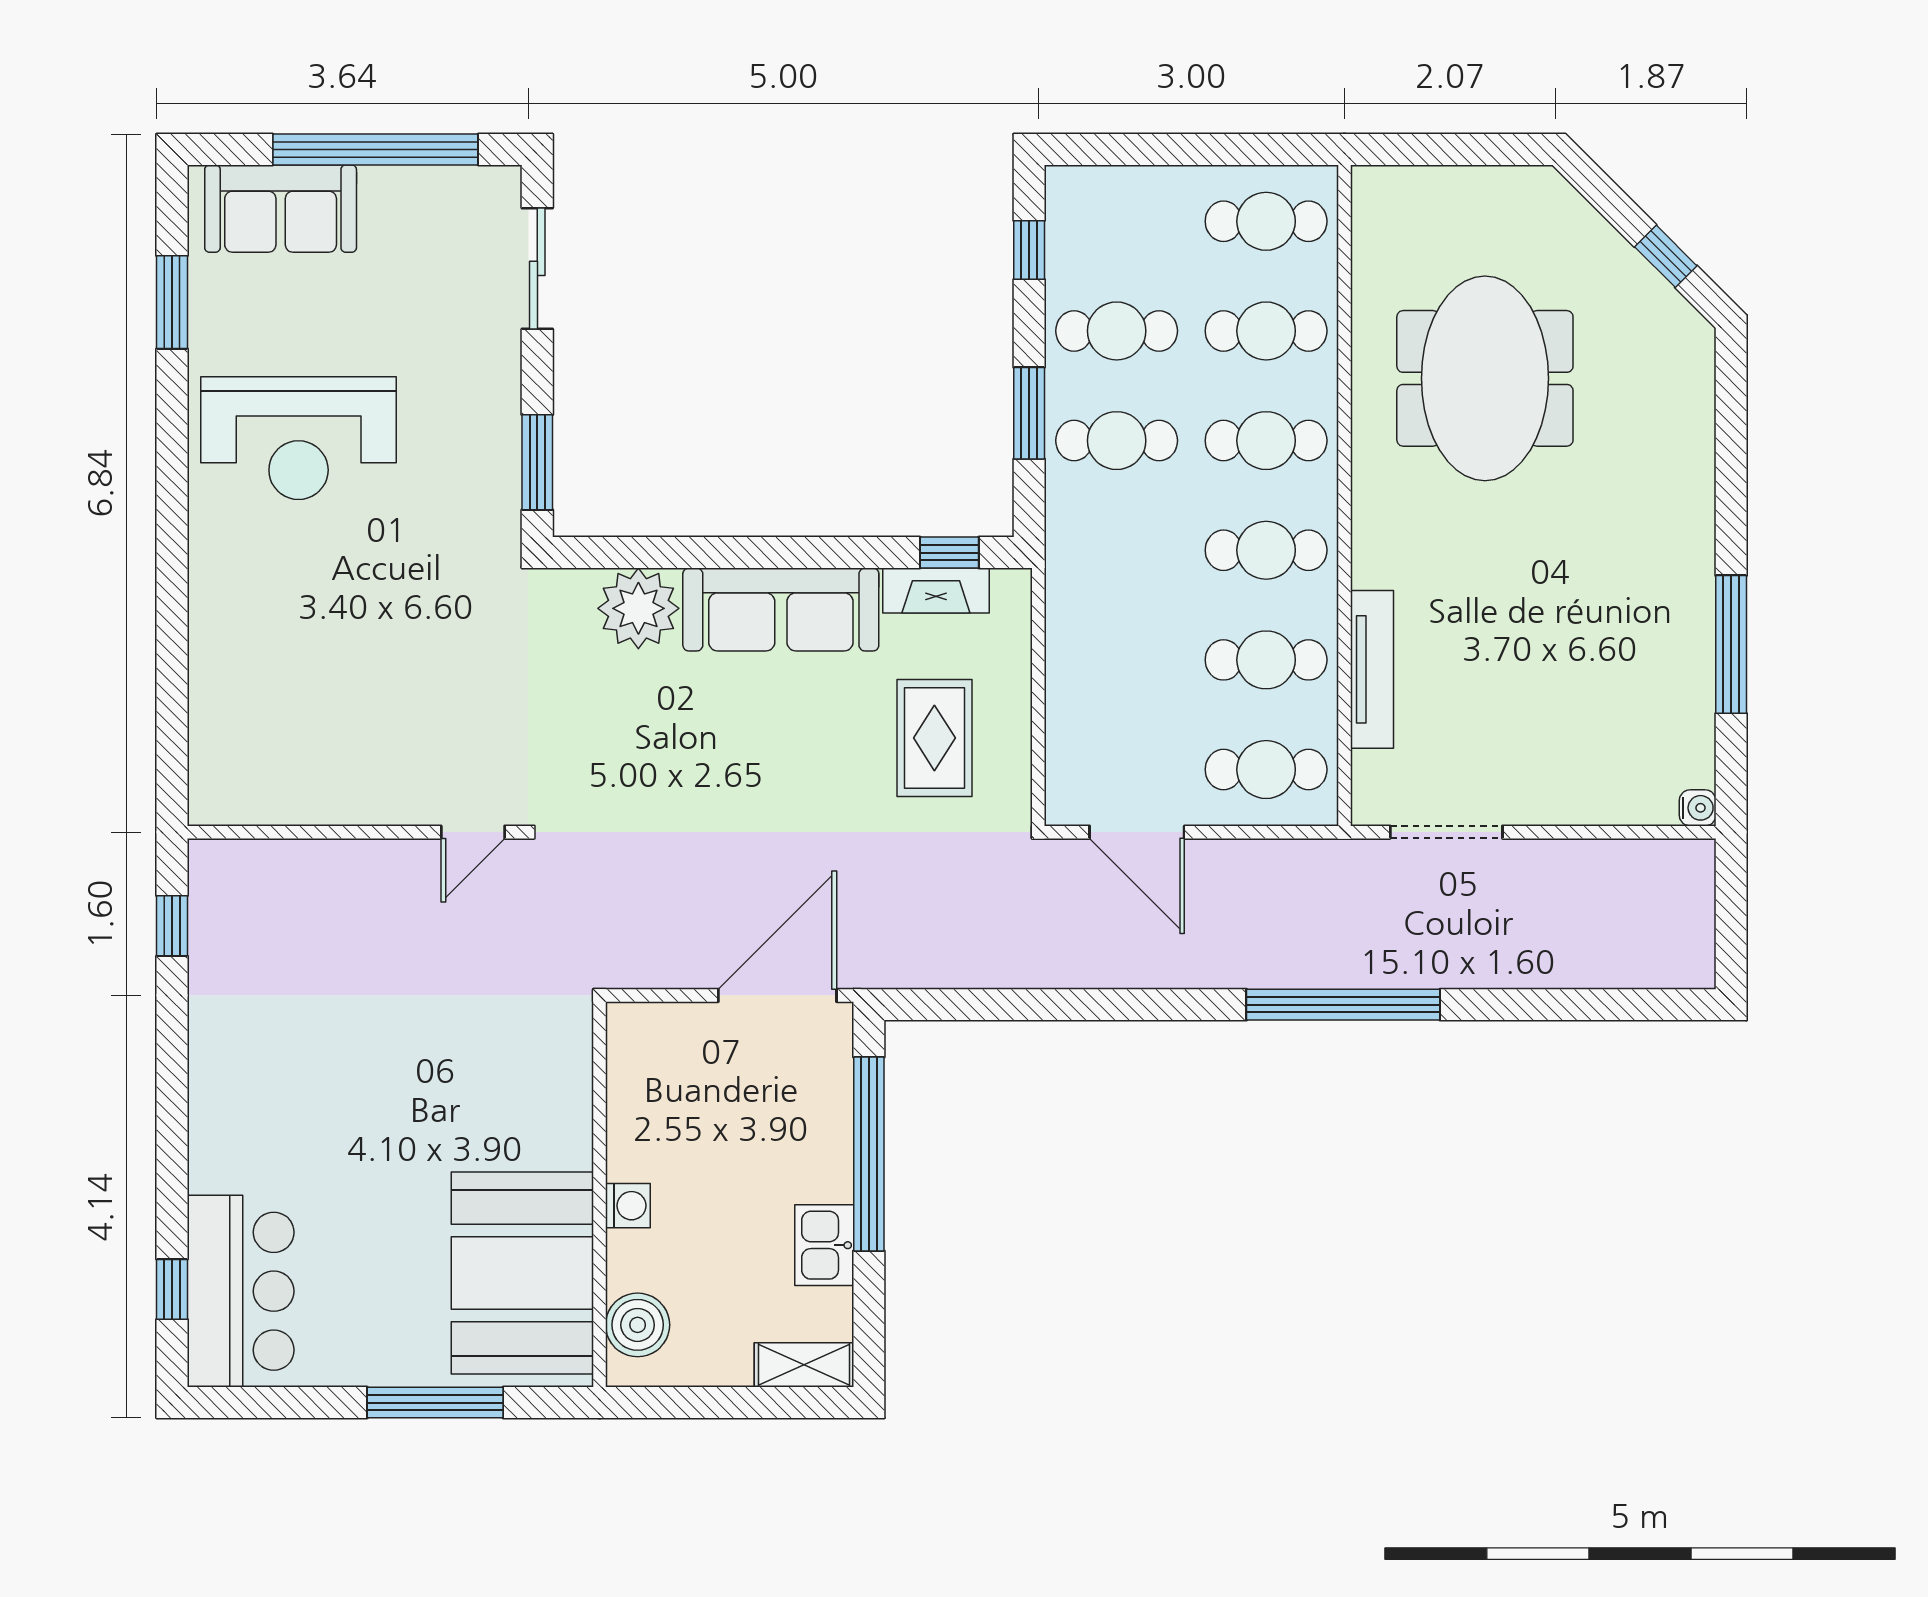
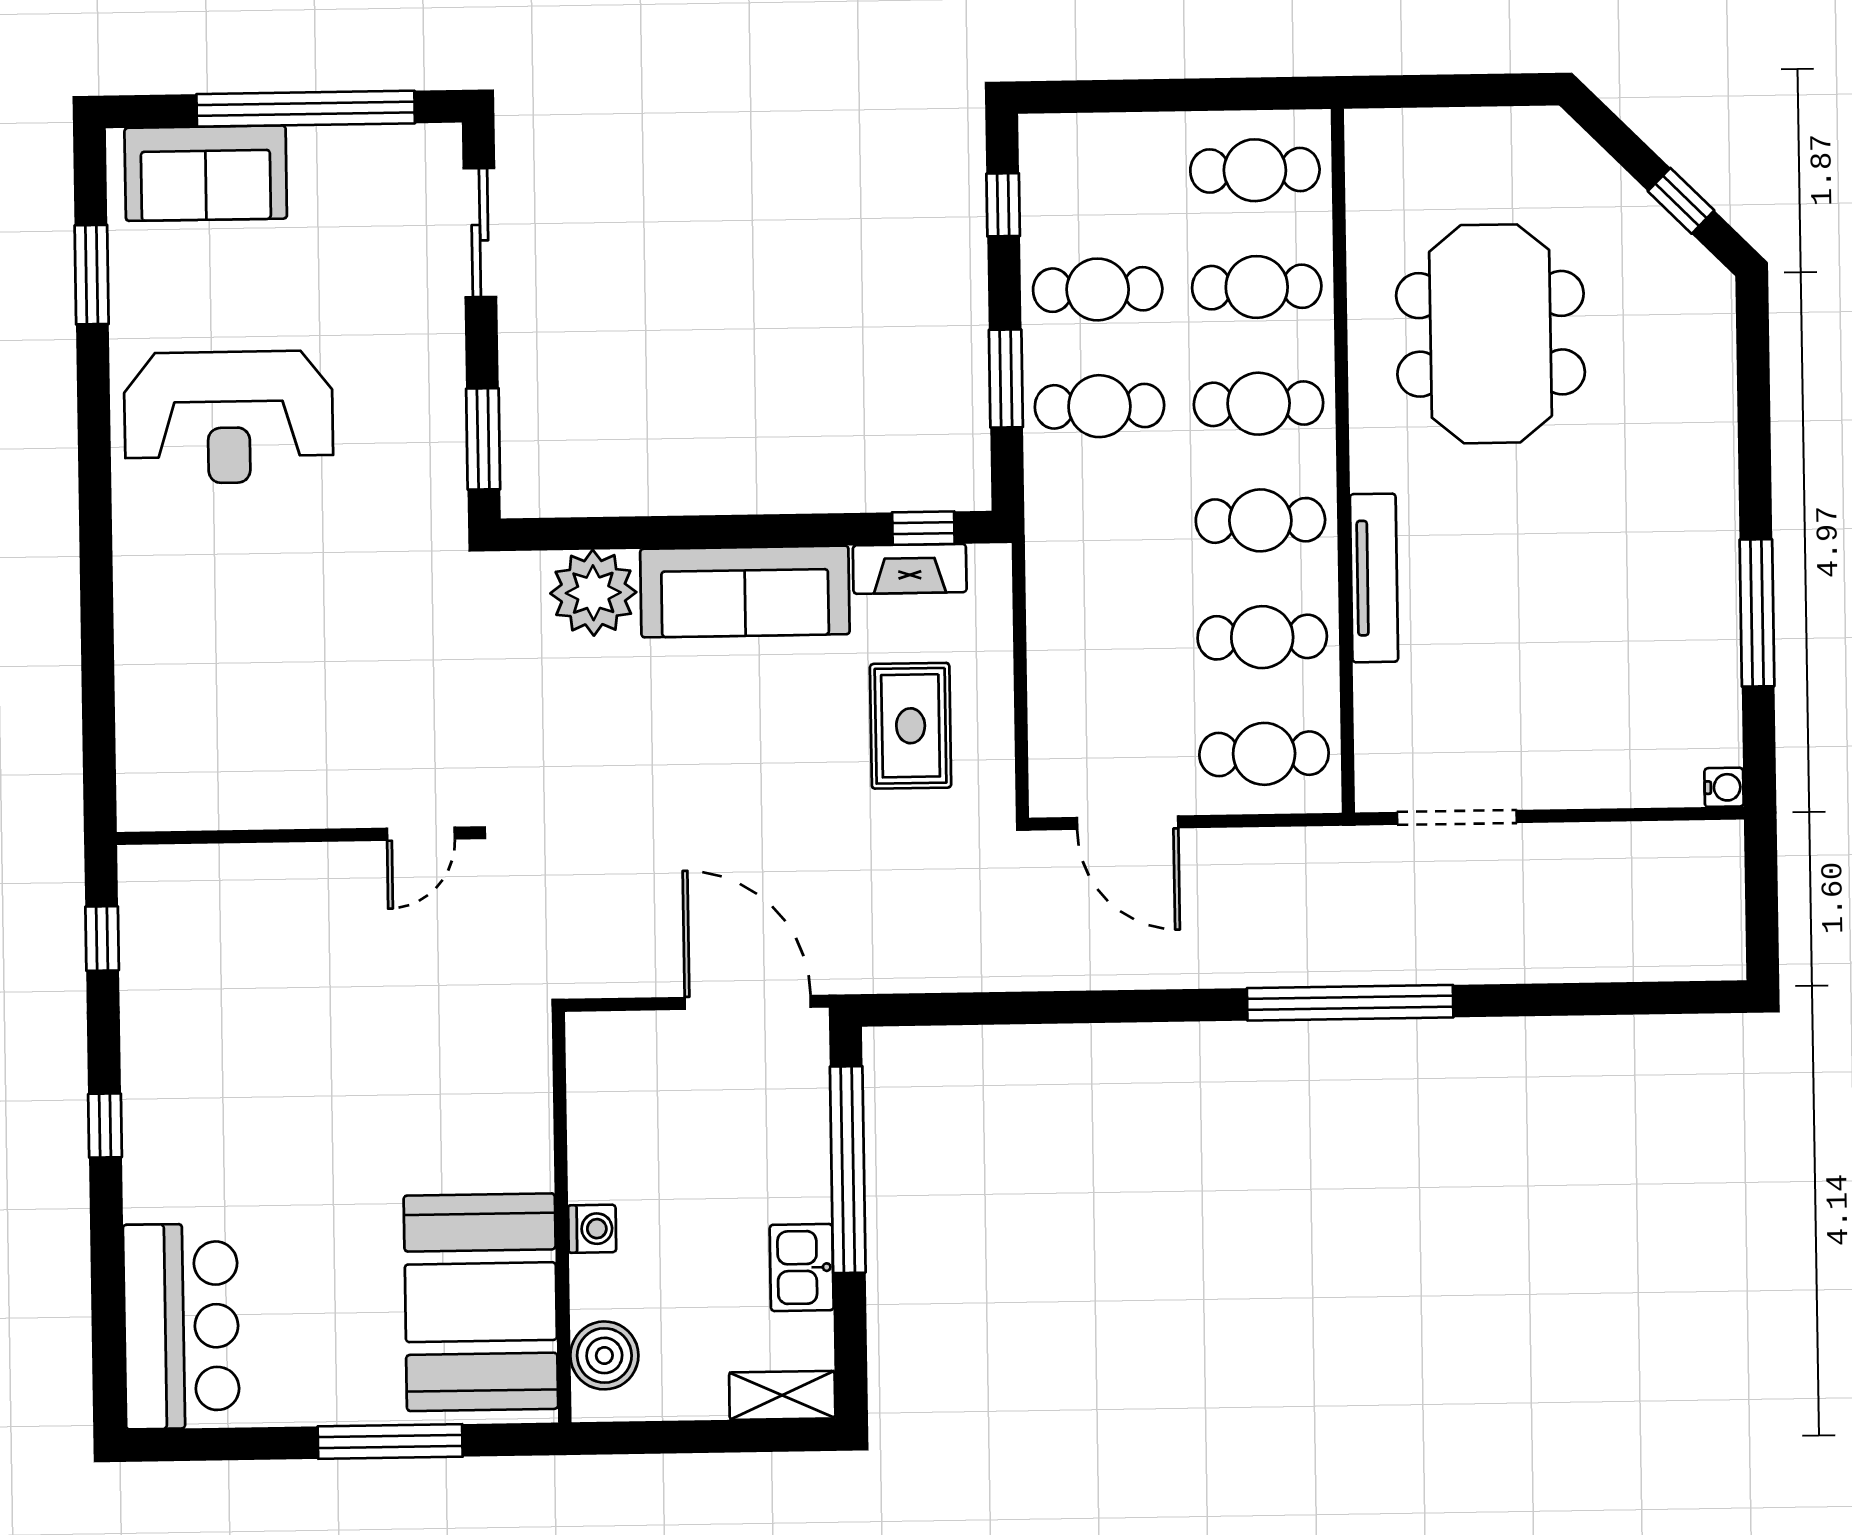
tv unit: (1372, 669) -> (1374, 578), moved
door: (777, 995) -> (748, 1002), hinge flipped
window: (172, 1289) -> (105, 1126), moved

